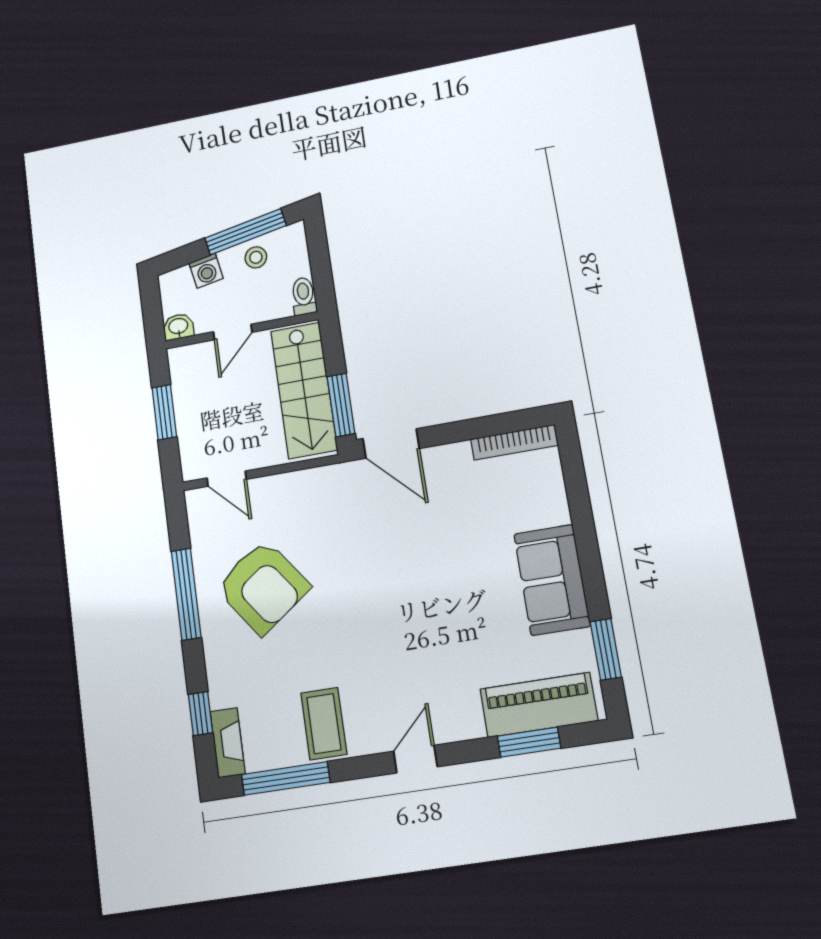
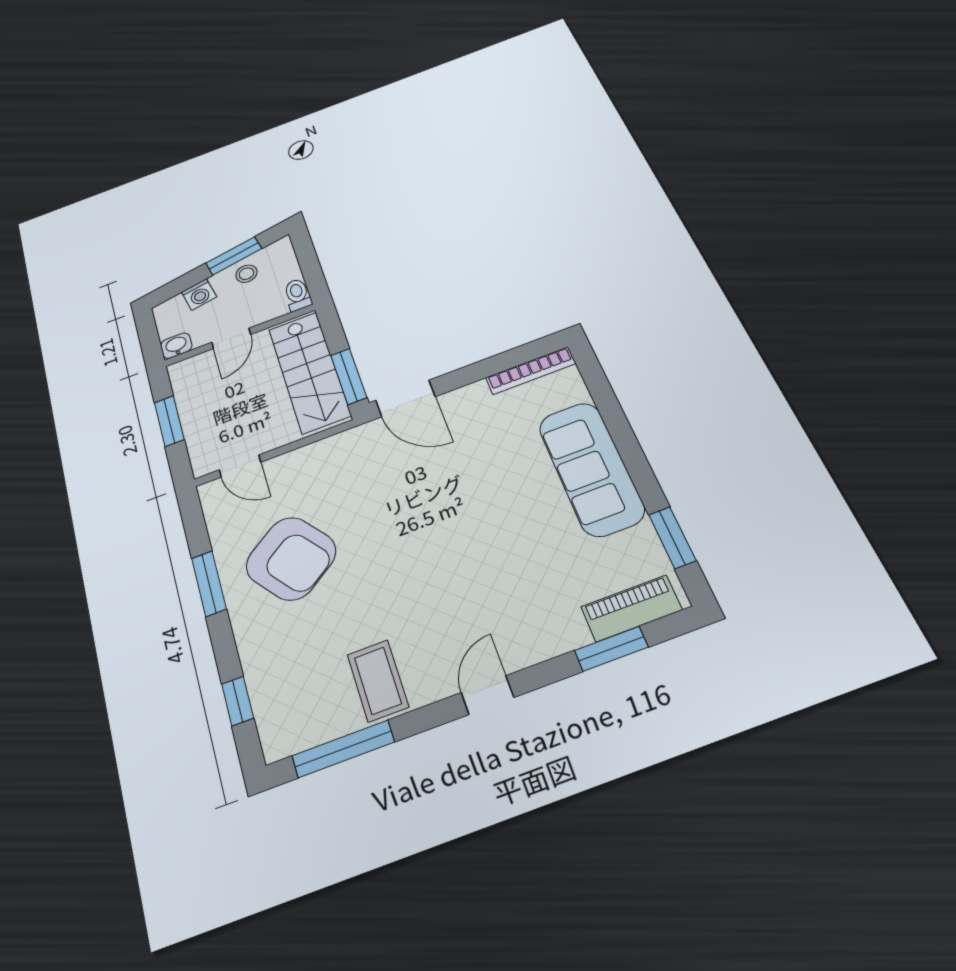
window: (245, 232) -> (234, 256), width x0.69
sofa: (552, 580) -> (591, 468), width x1.36
window: (186, 594) -> (209, 584), width x0.69
piano: (539, 705) -> (631, 608), width x0.73, depth x0.75
fireplace: (228, 743) -> (272, 725), removed

